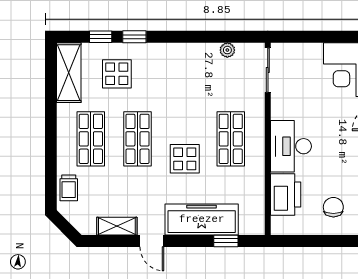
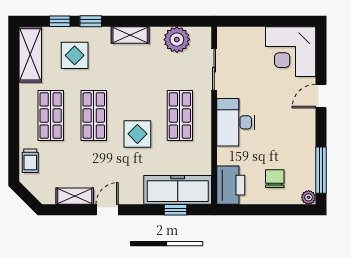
plant: (227, 50) -> (177, 40), width x1.88, depth x1.88
shelving: (177, 52) -> (130, 35), added
sliding door: (268, 70) -> (214, 70), moved
printer: (286, 194) -> (231, 185), moved
freezer: (202, 219) -> (178, 190), moved
door: (152, 241) -> (107, 210), swing flipped

